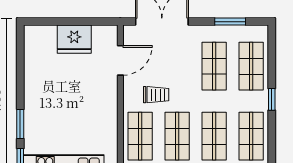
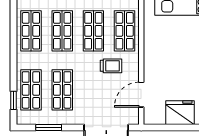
trolley: (156, 95) -> (111, 66), turned 180
window: (272, 99) -> (14, 100), moved

